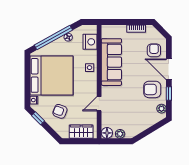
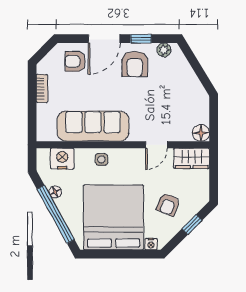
door: (99, 104) -> (156, 145), hinge flipped
window: (38, 118) -> (192, 224), moved
wardrobe: (81, 132) -> (192, 158), moved, turned -90
plant: (120, 134) -> (202, 113), removed

